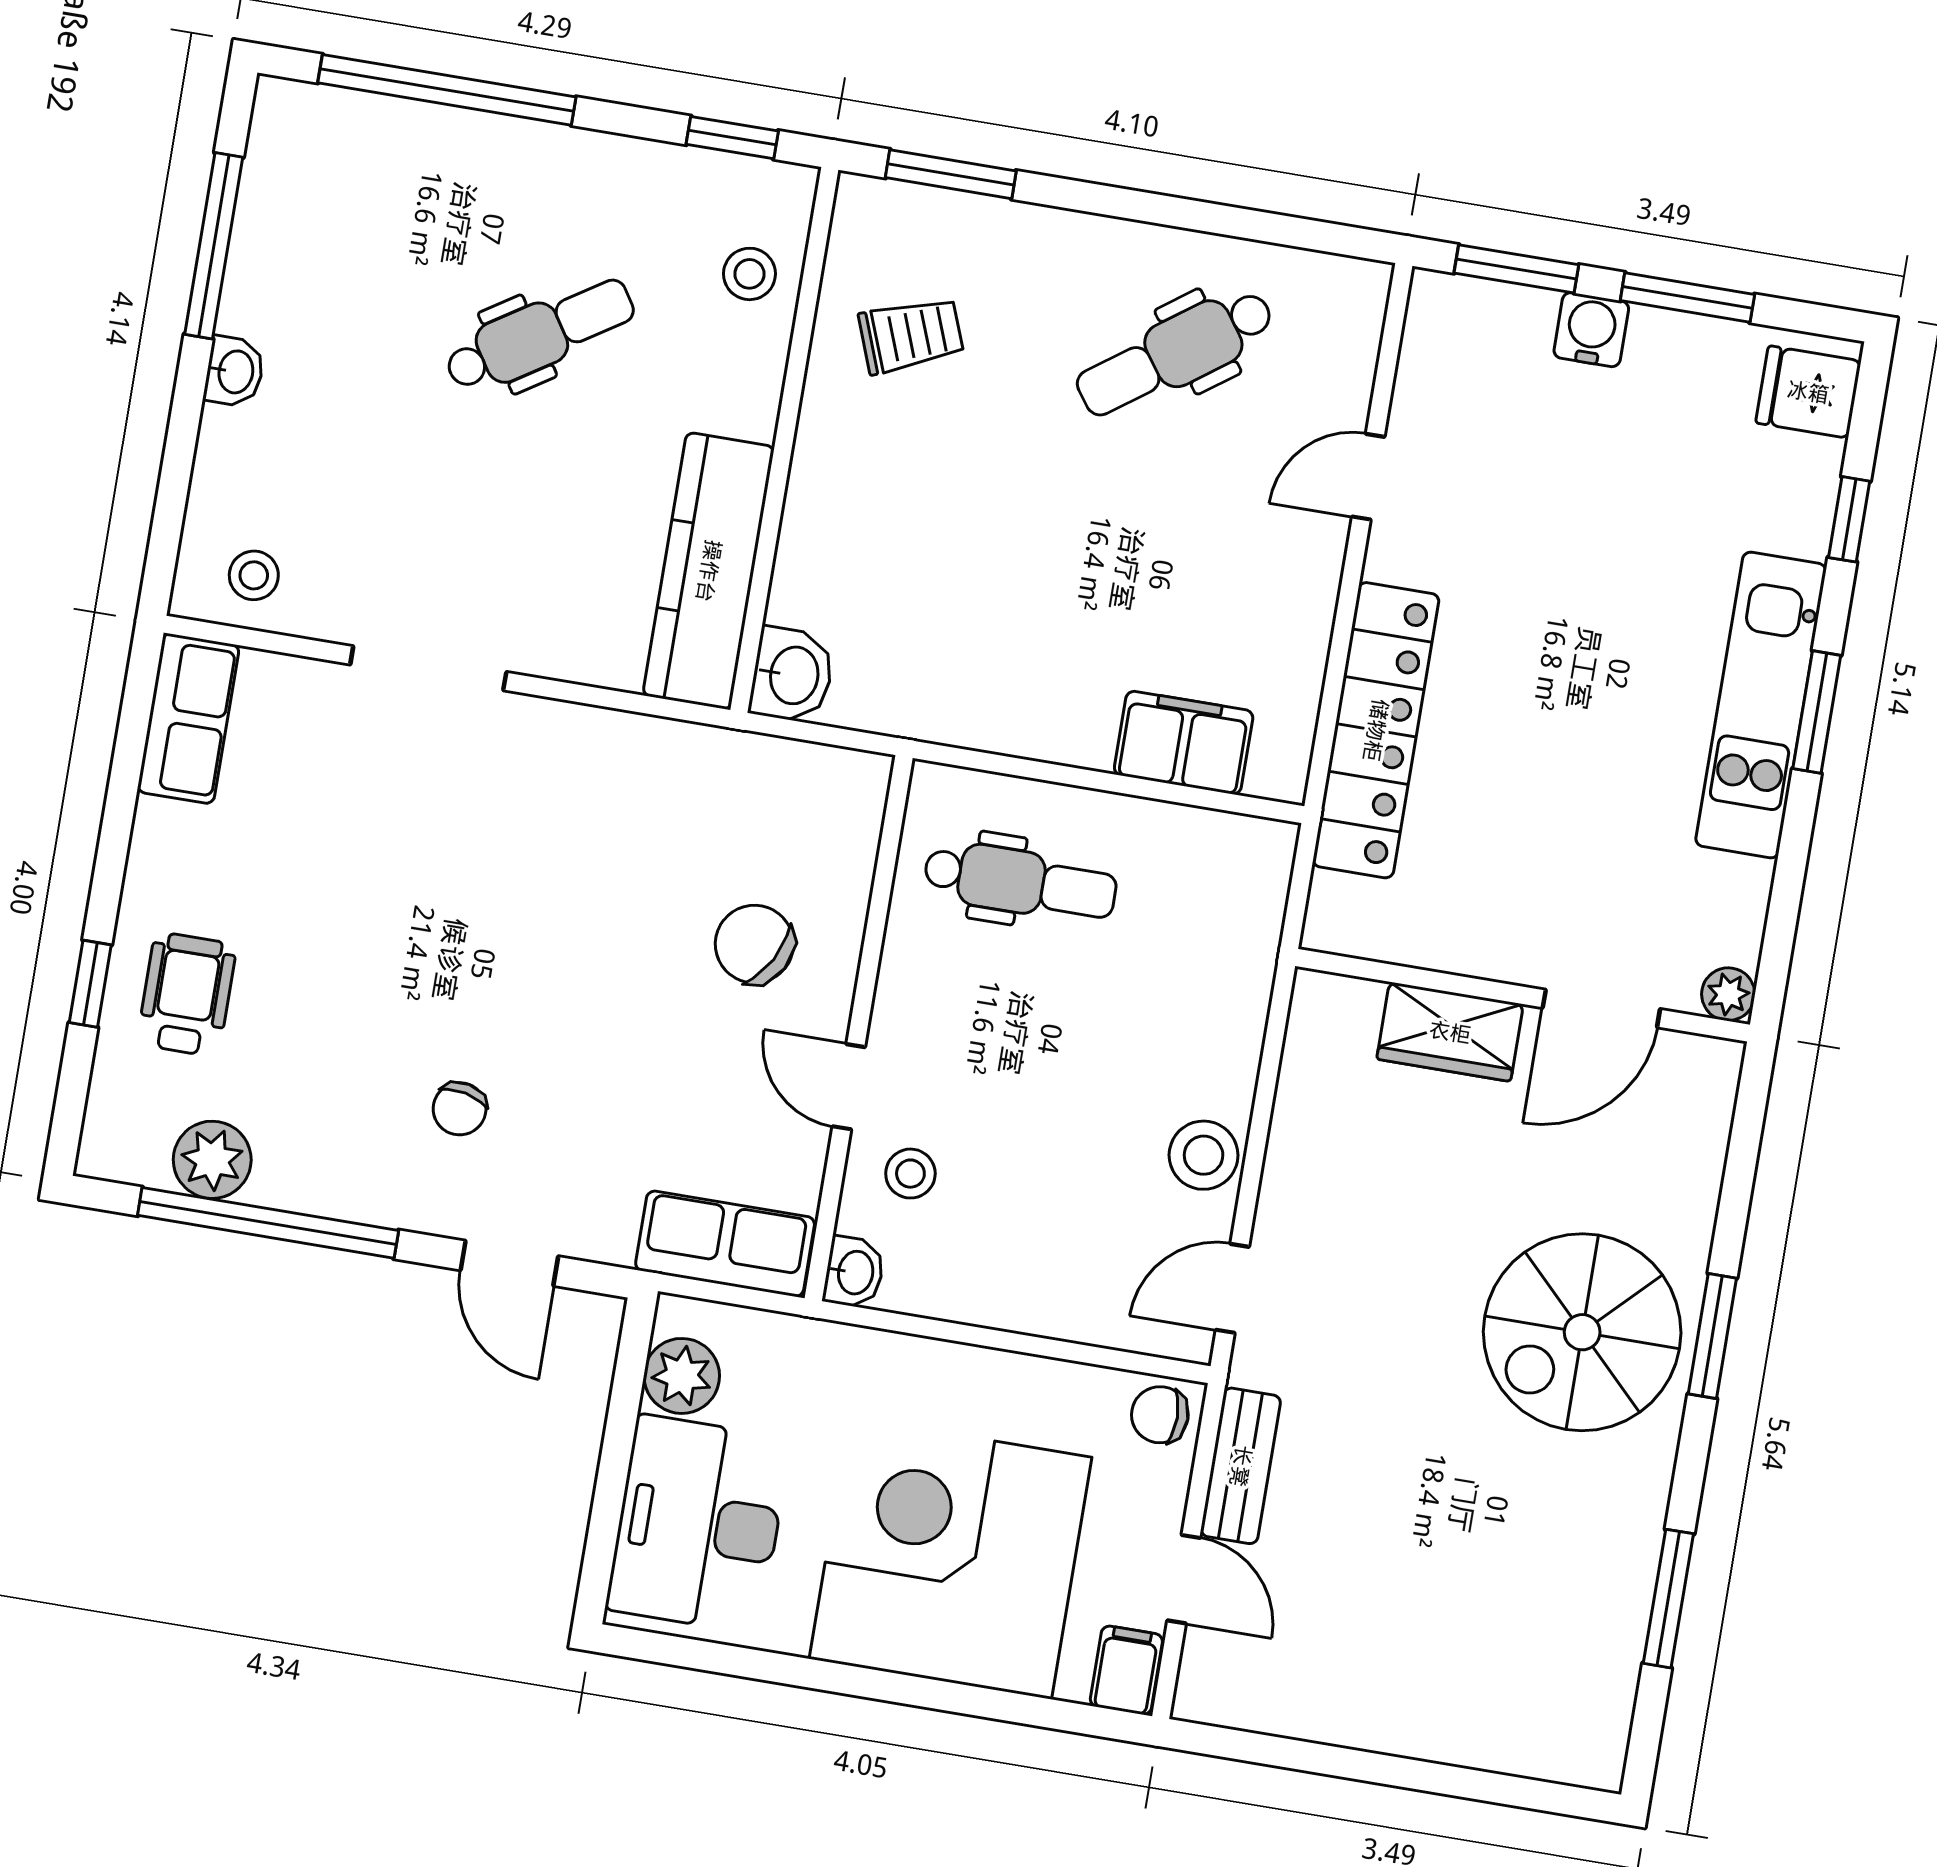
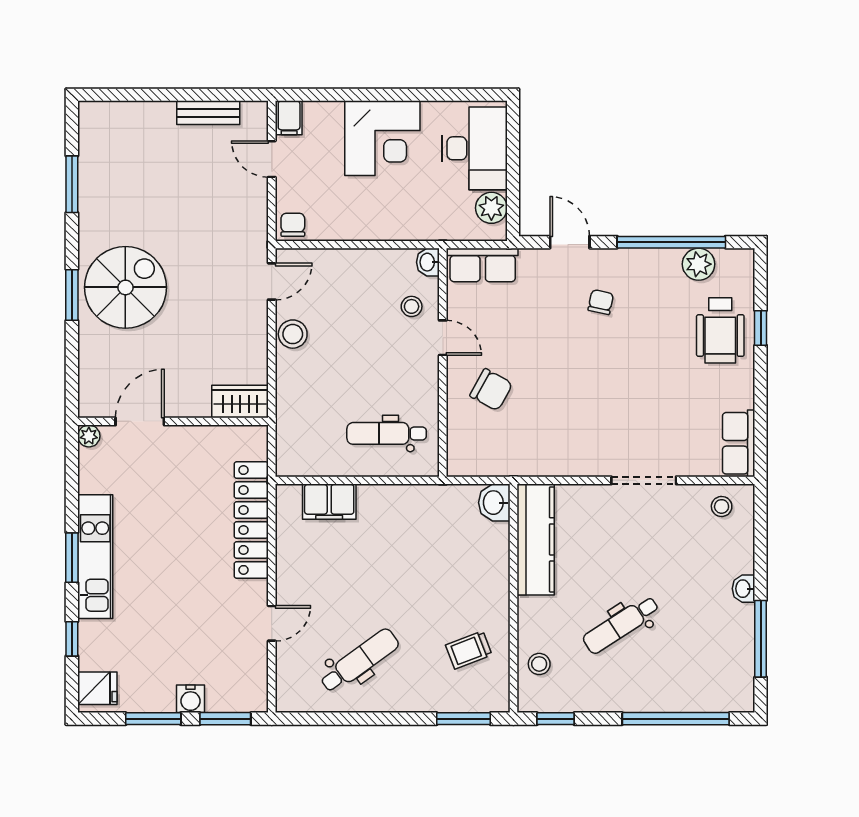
wheelchair: (187, 994) -> (720, 330), width x1.36, depth x1.37
wardrobe: (1450, 1032) -> (240, 402), moved
chair: (1160, 1415) -> (293, 225), turned -90
bench: (1241, 1466) -> (208, 113), moved, turned 90
corner desk: (950, 1558) -> (382, 138), width x0.74, depth x0.74

